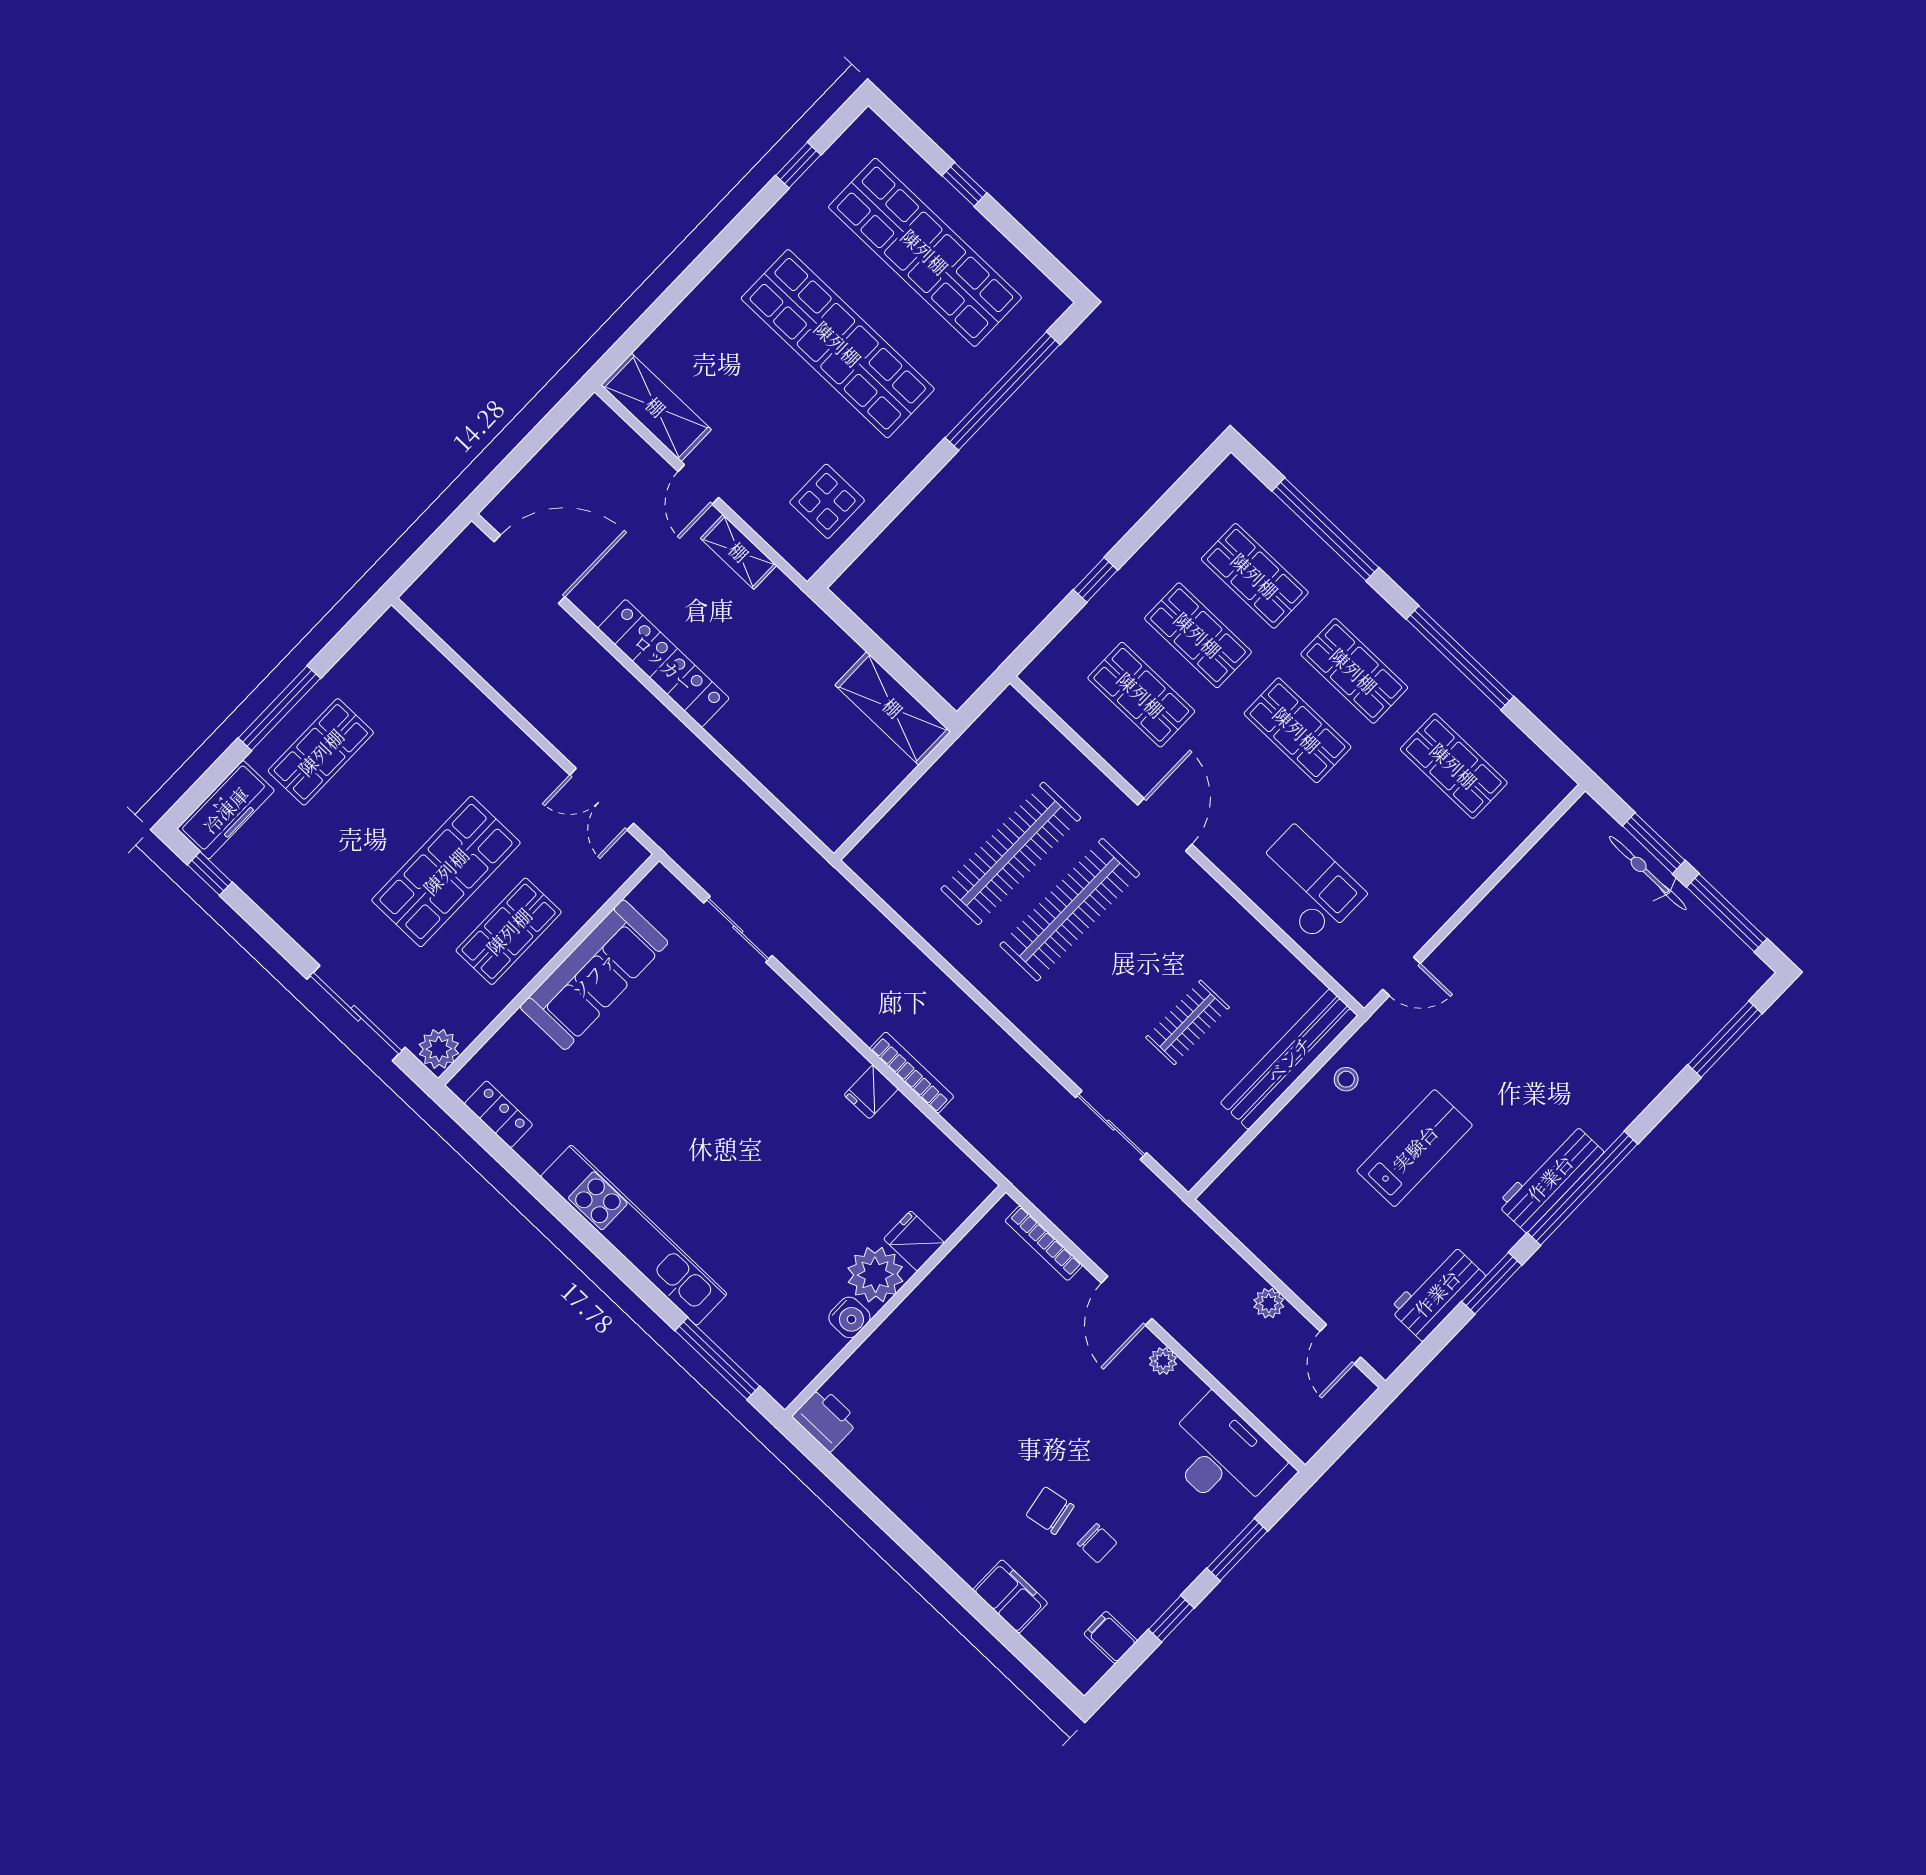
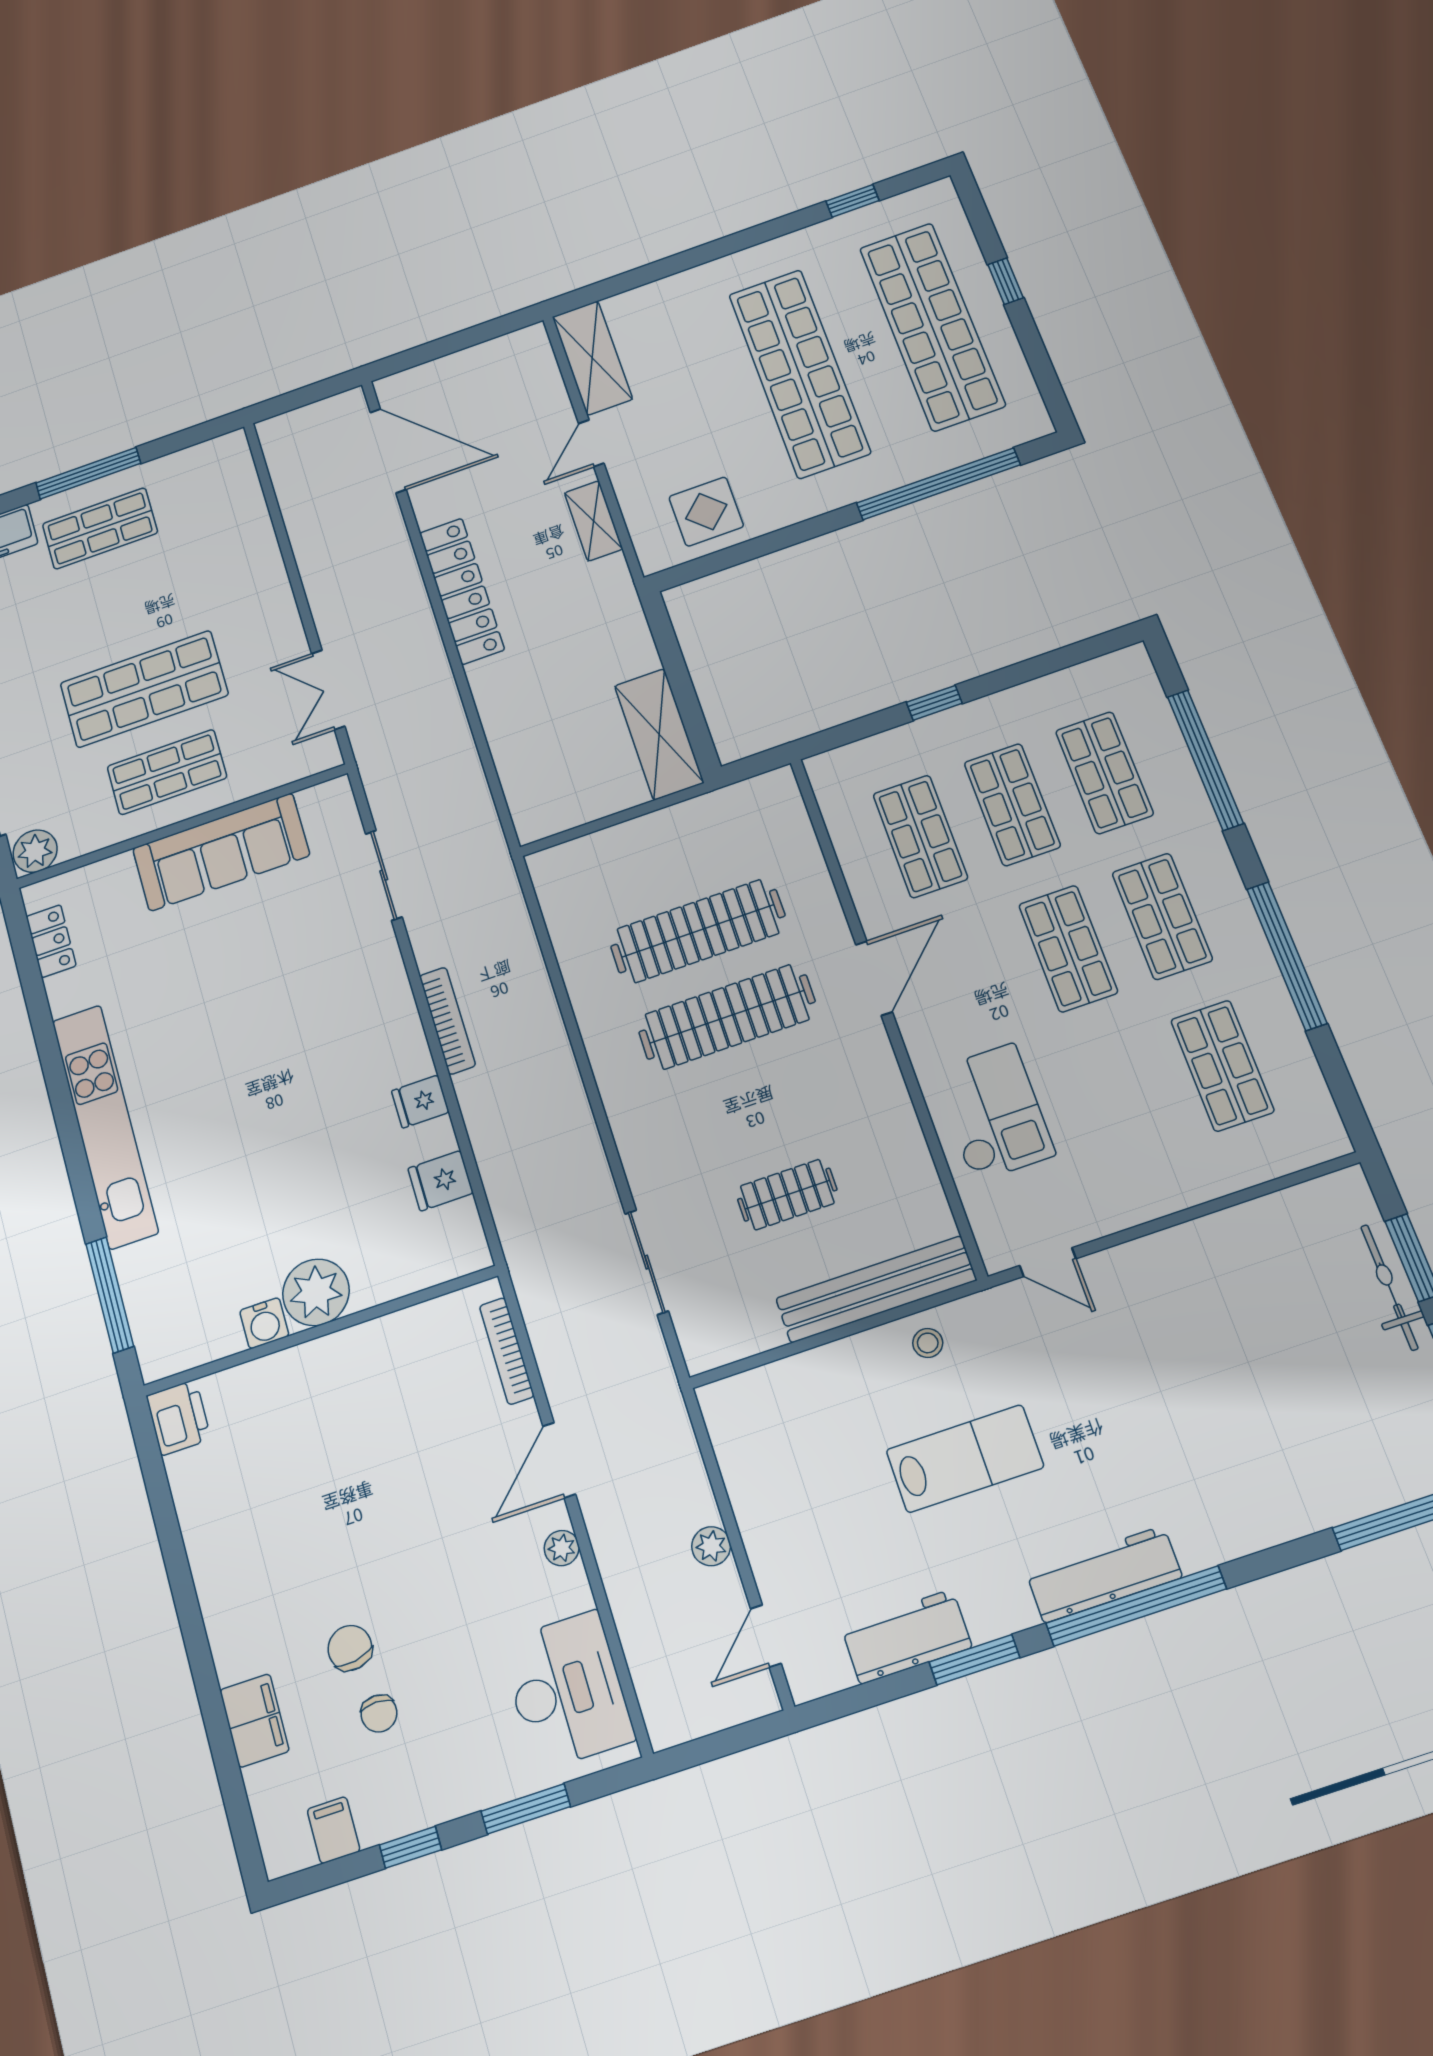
bookcase: (912, 1073) -> (447, 1021), moved
fridge: (914, 1241) -> (441, 1181), moved, turned -90

